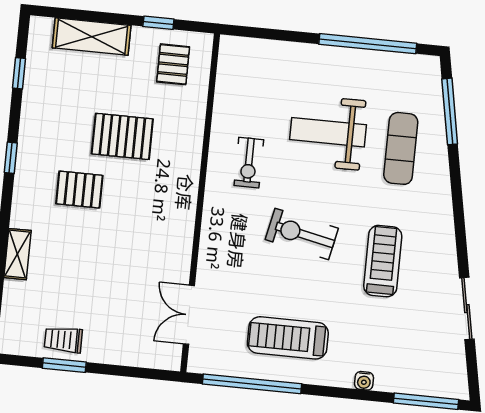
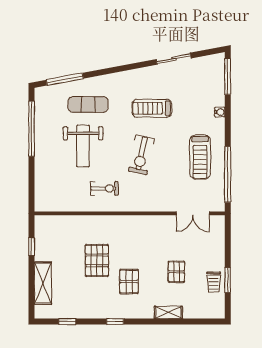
pallet: (173, 64) -> (176, 272), moved, turned 90

